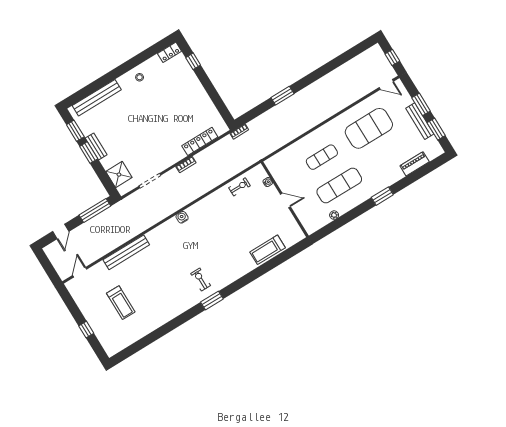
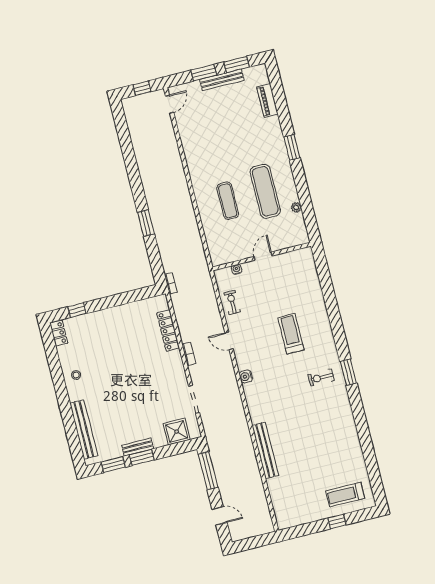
exercise mat: (369, 128) -> (212, 139), removed
treadmill: (267, 250) -> (291, 334), moved, turned 180
door: (80, 272) -> (229, 341), moved
treadmill: (121, 303) -> (345, 495), moved, turned 180

